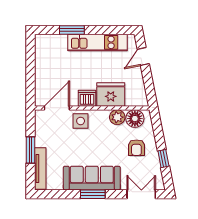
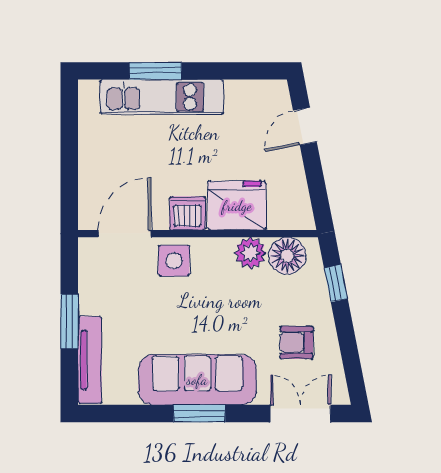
kitchen unit: (98, 42) -> (162, 97), moved
armchair: (136, 148) -> (296, 342), moved, turned 90
window: (163, 159) -> (336, 283), moved

